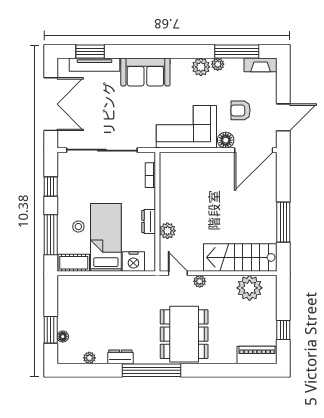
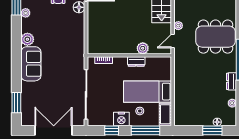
tv unit: (94, 65) -> (26, 100), removed
plant: (201, 67) -> (27, 39), moved
corner sofa: (186, 127) -> (70, 35), removed
nightstand: (133, 261) -> (121, 119), moved, turned 90

